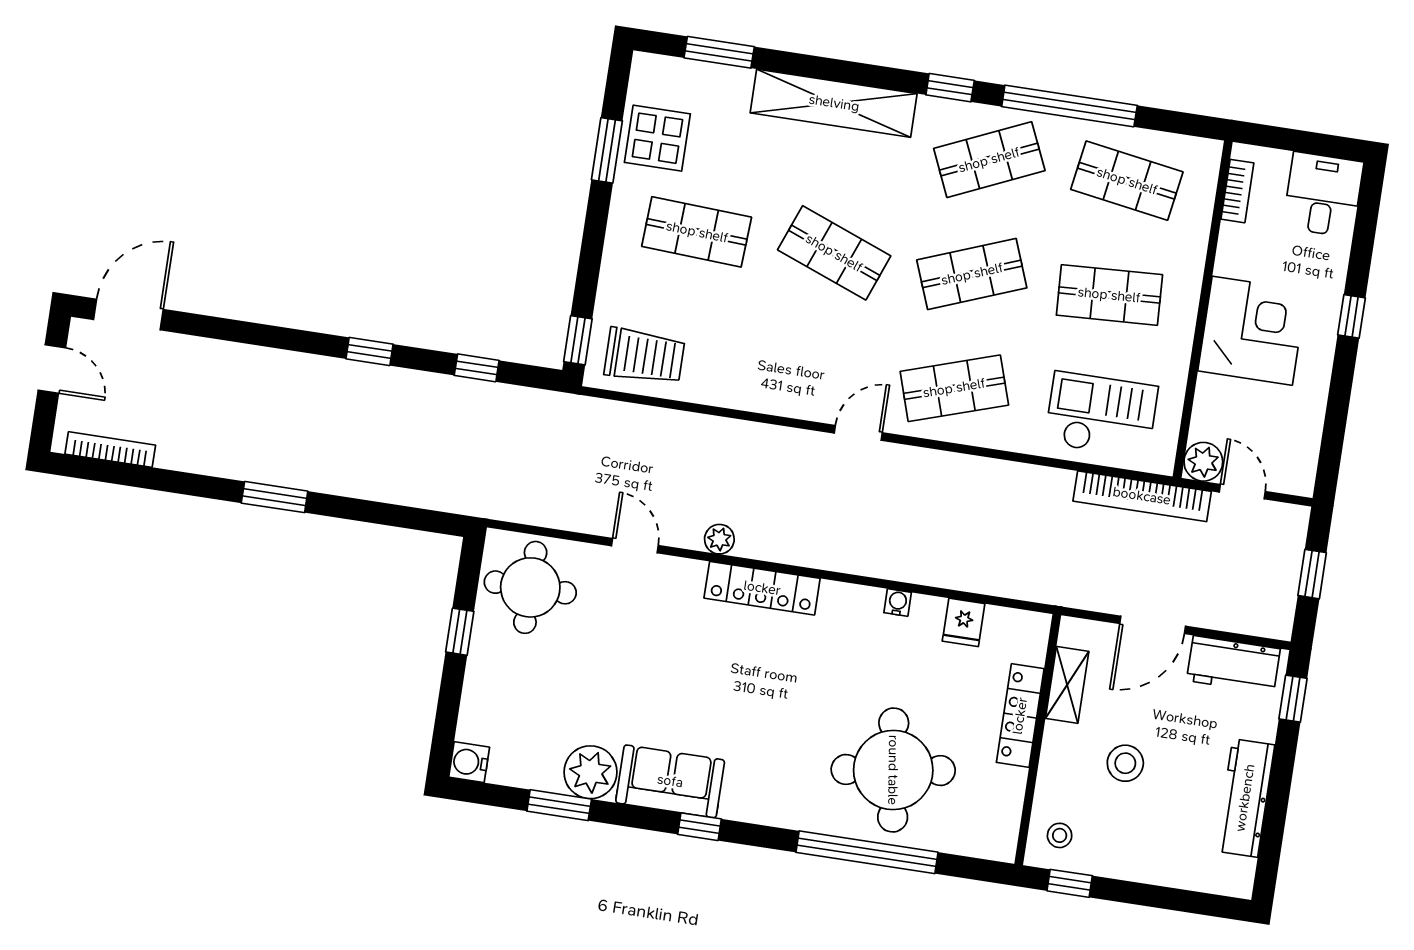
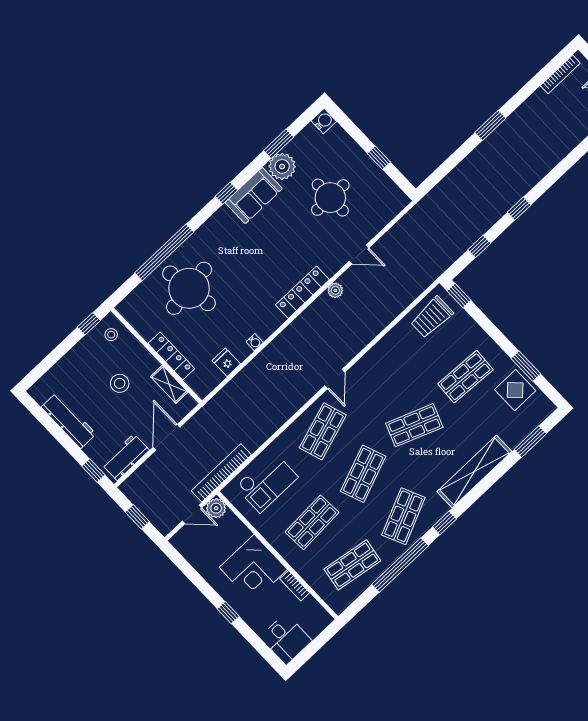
bookcase: (1237, 191) -> (295, 586), moved
round table: (530, 587) -> (330, 198), moved

